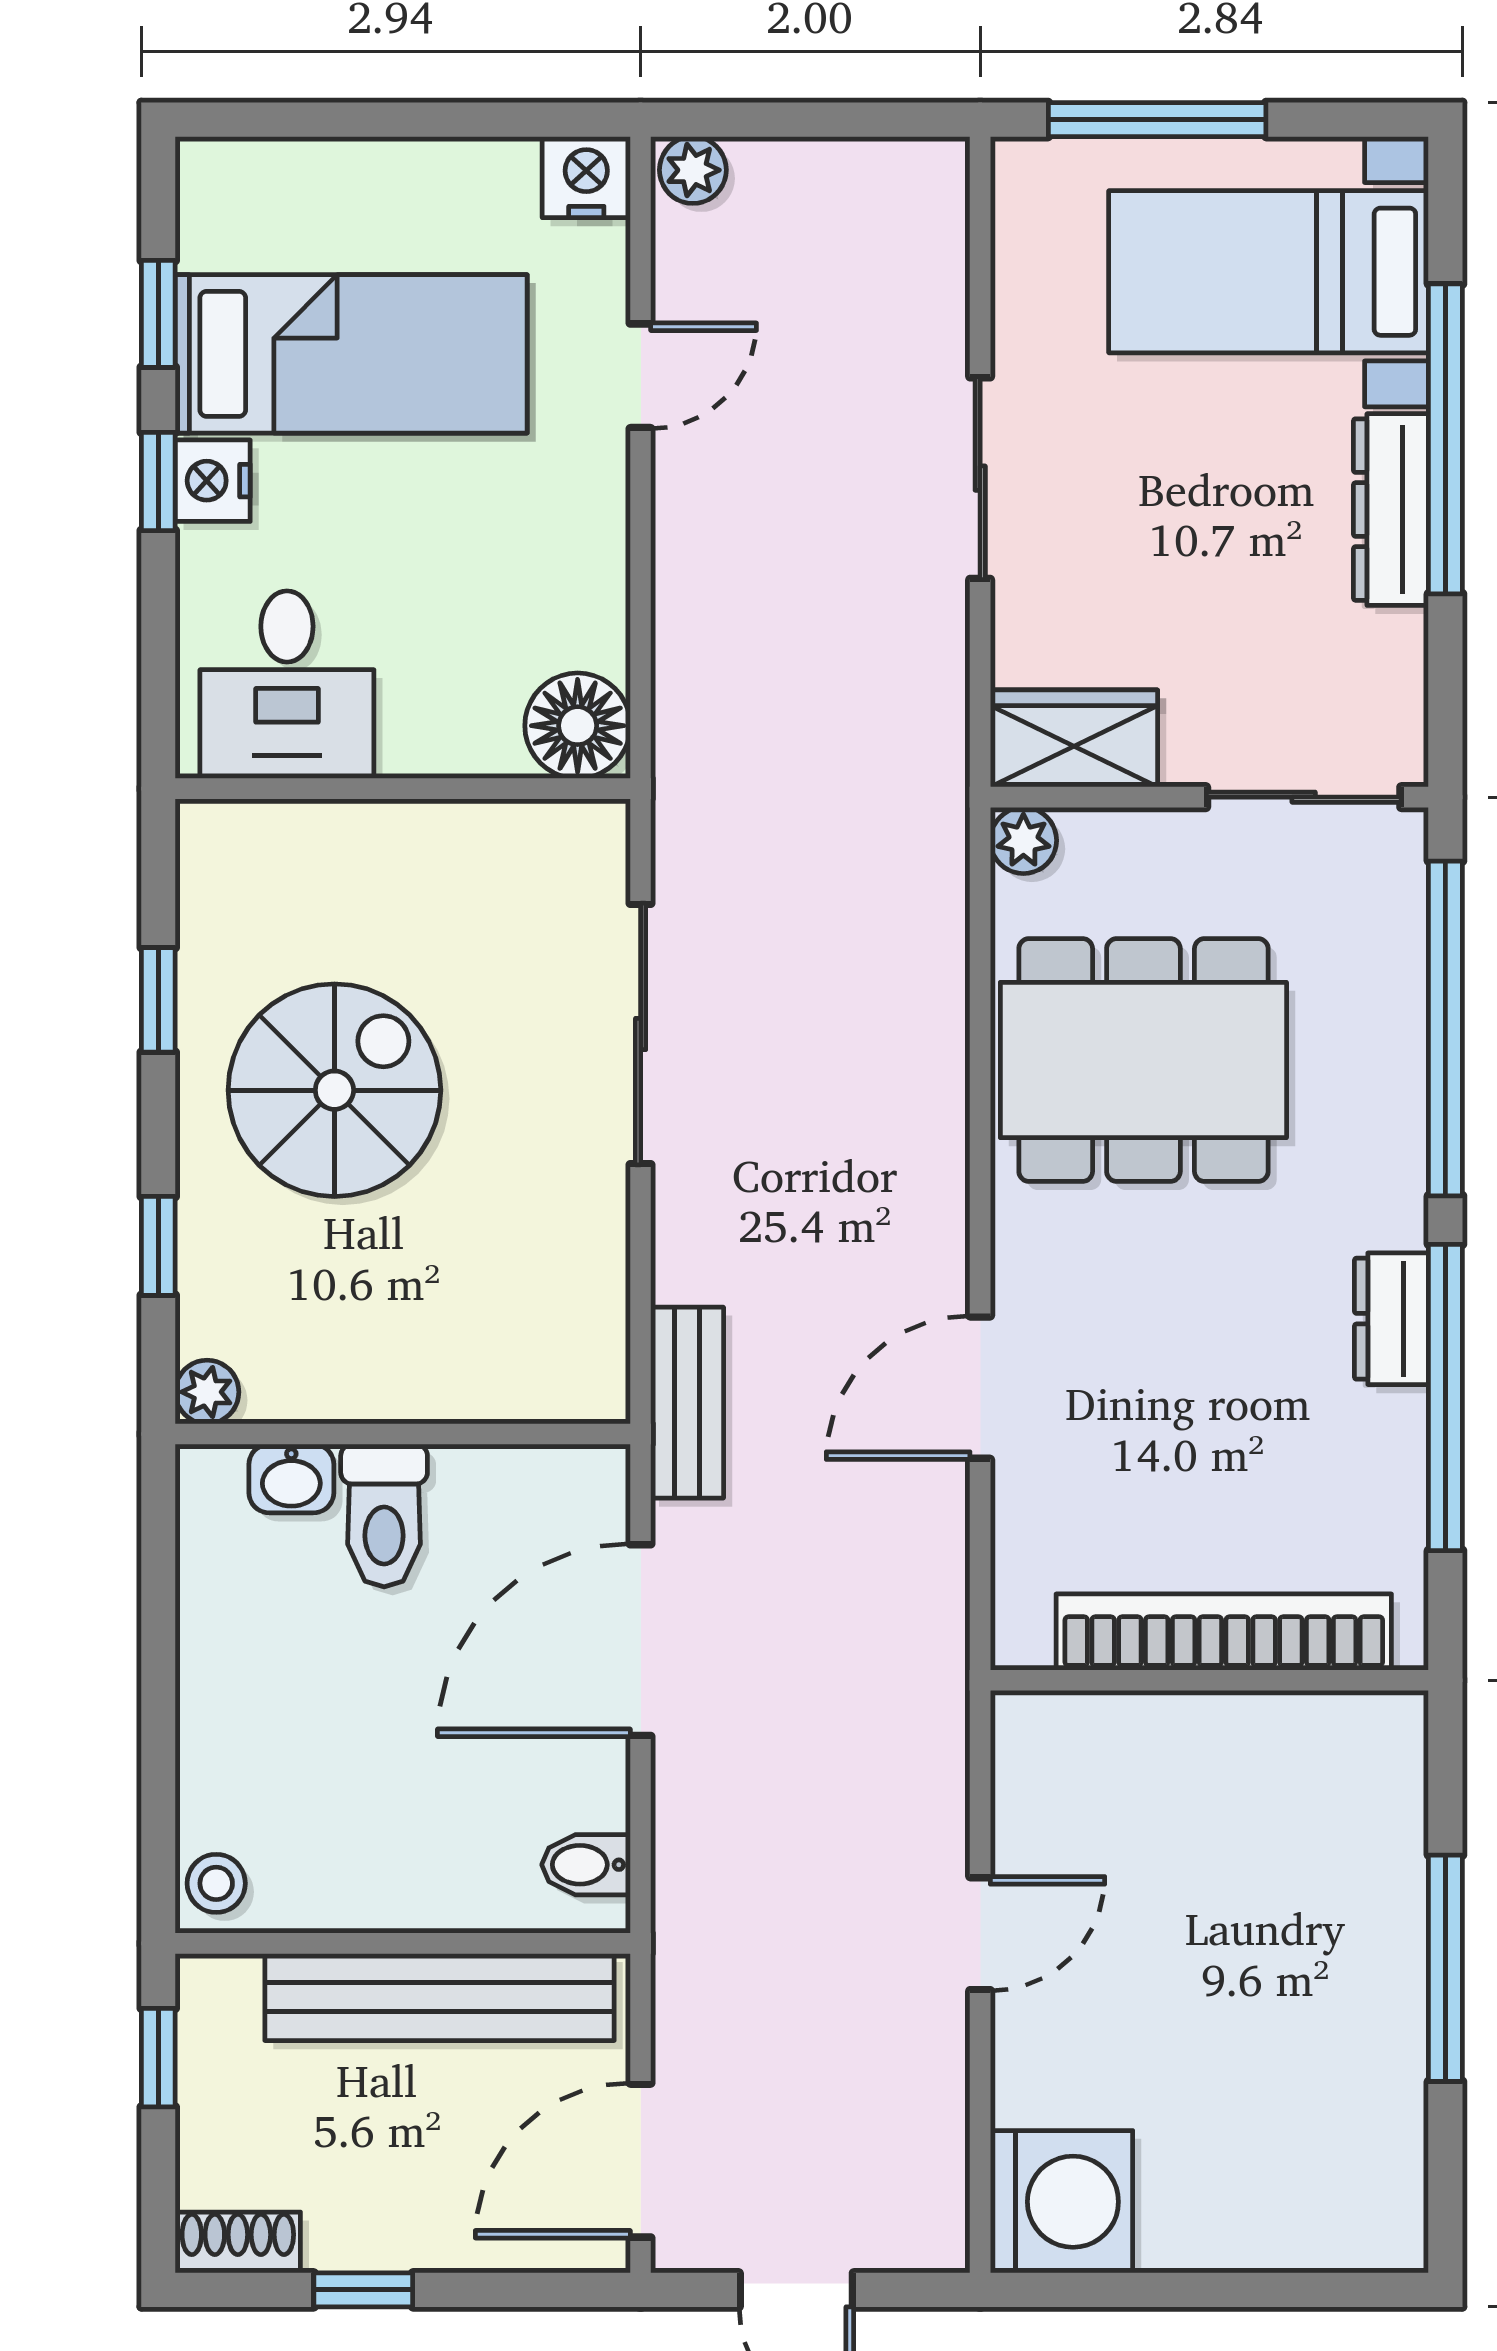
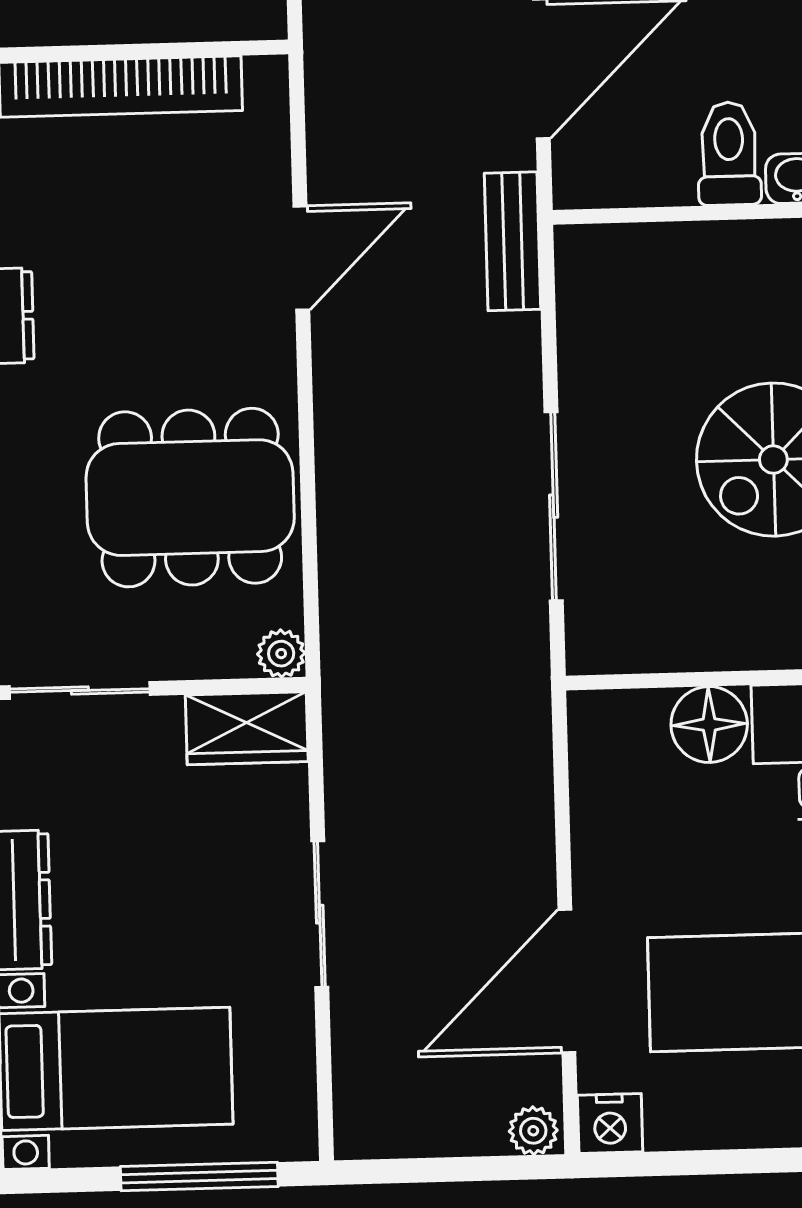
door: (641, 376) -> (567, 981), width x1.87
floor lamp: (578, 726) -> (709, 724), moved

